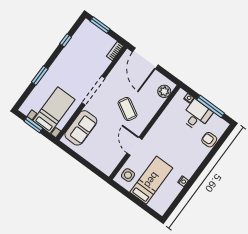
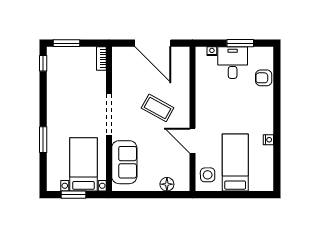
window: (66, 40) -> (43, 63), moved
door: (145, 58) -> (153, 43), moved
plant: (164, 91) -> (182, 62), removed
window: (211, 107) -> (240, 43), width x0.69
floor lamp: (98, 162) -> (167, 184), added

